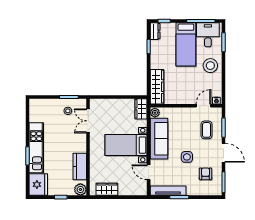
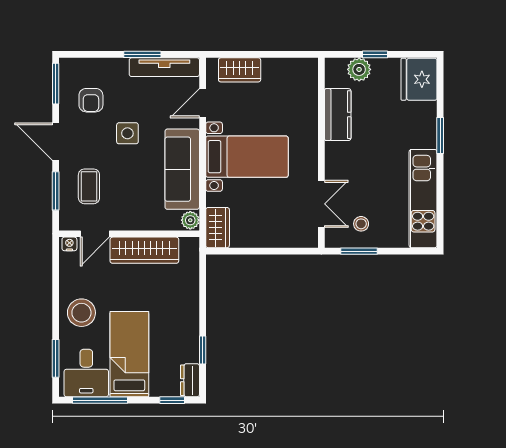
wardrobe: (157, 87) -> (144, 250), moved, turned -90
kitchen unit: (36, 148) -> (423, 199), moved
door: (149, 172) -> (203, 103), swing flipped
plant: (80, 189) -> (359, 69), moved
wardrobe: (107, 189) -> (240, 70), moved

